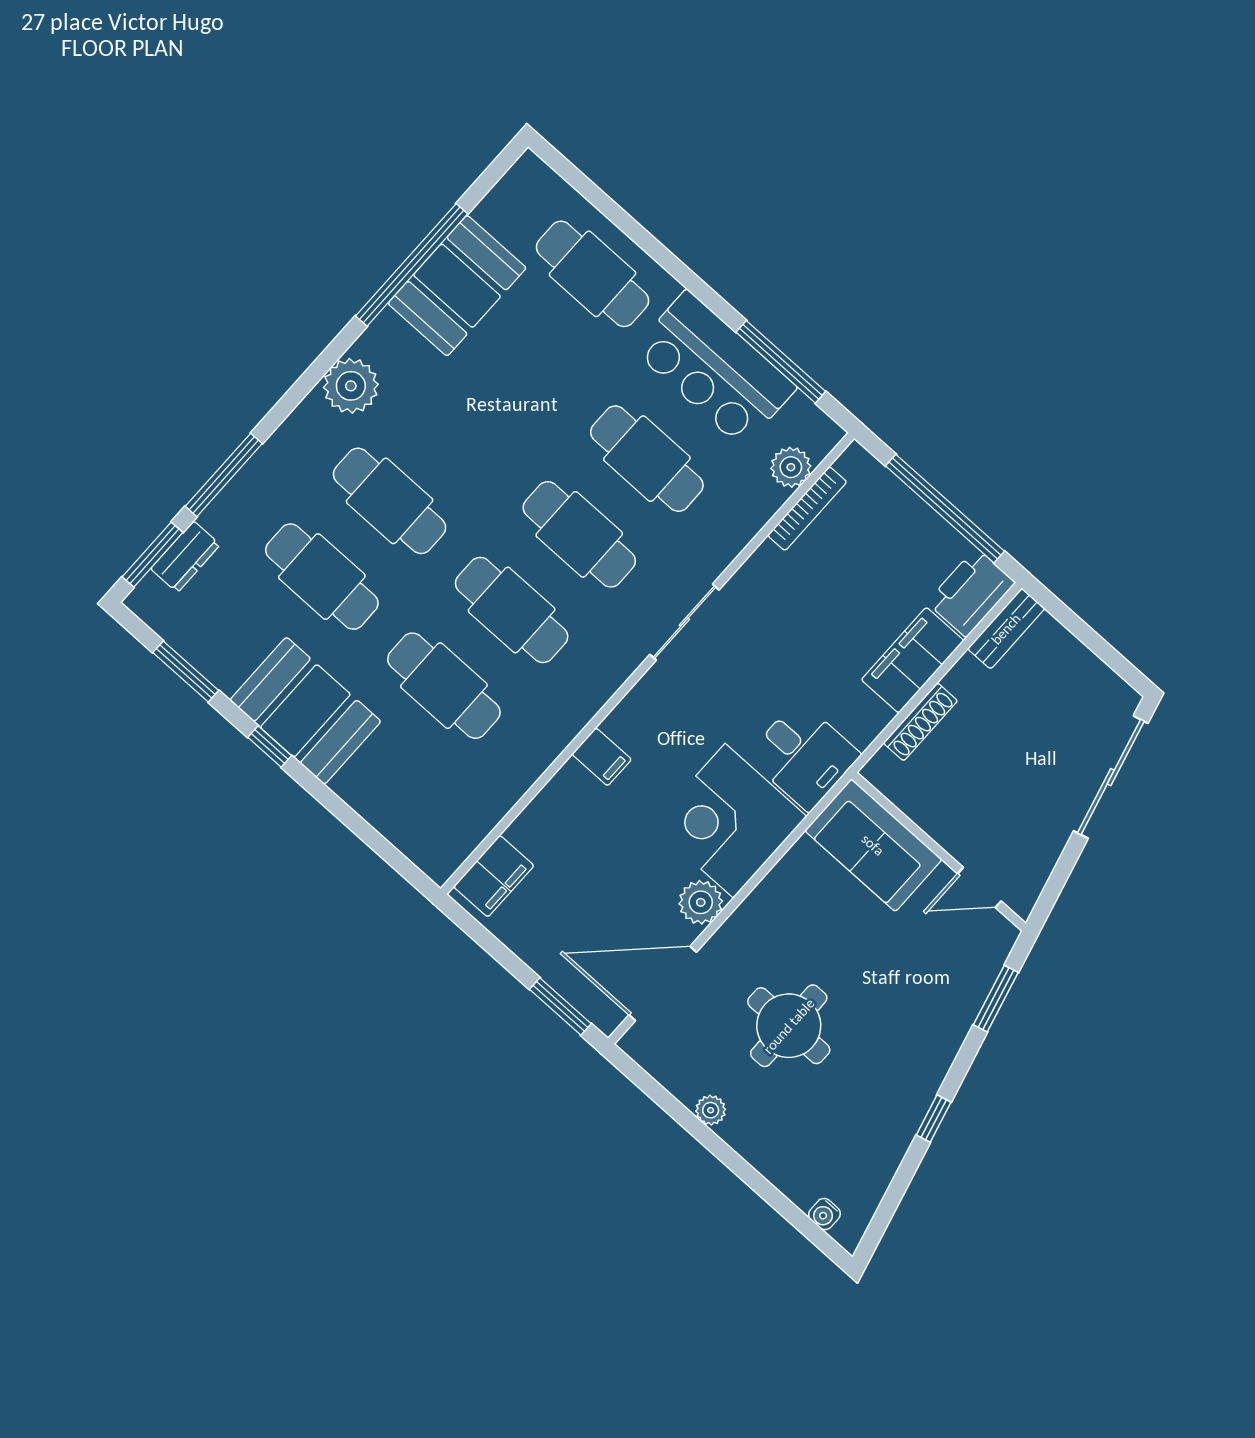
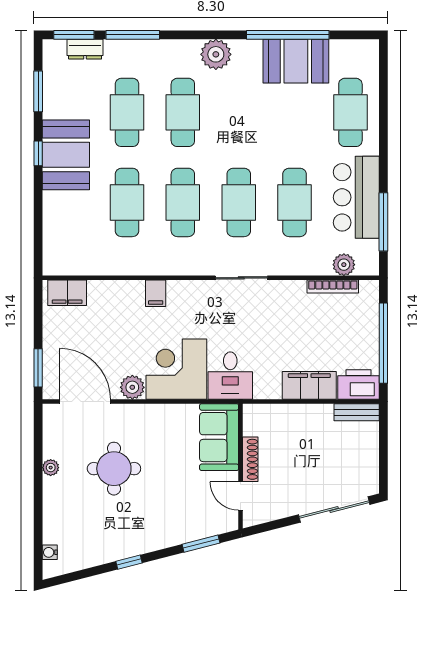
shoe rack: (920, 722) -> (250, 459), moved, turned -90

